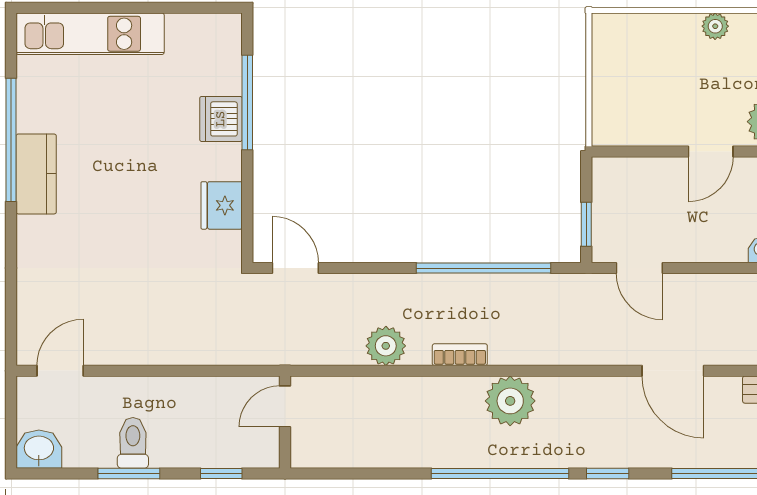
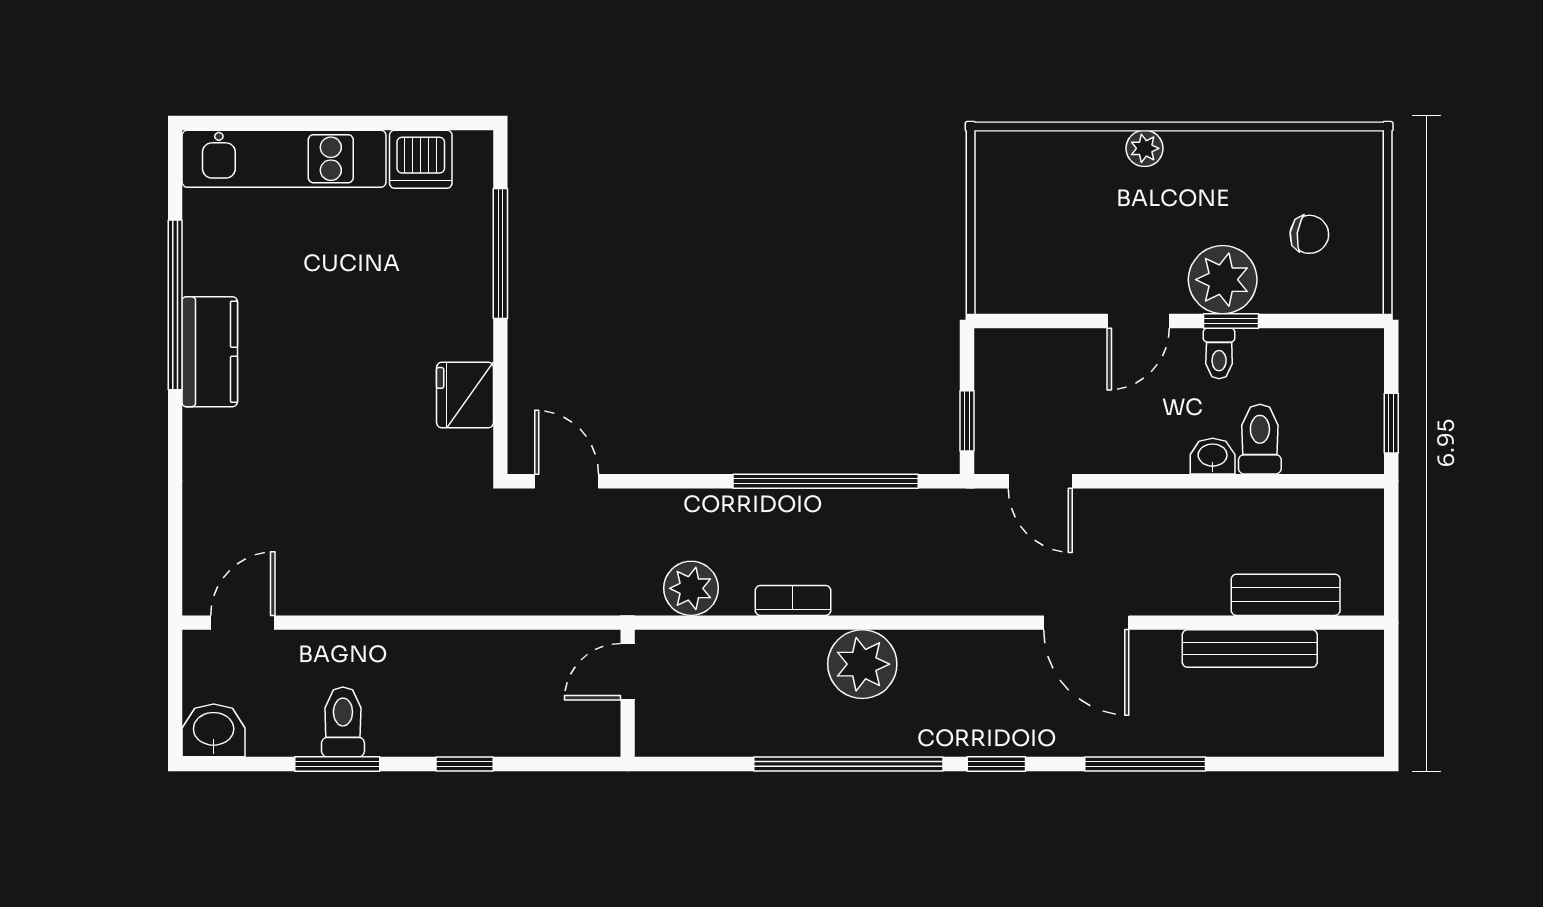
dishwasher: (221, 119) -> (421, 159), moved, turned -90
door: (285, 406) -> (628, 672), moved
wall: (285, 422) -> (628, 693), moved

